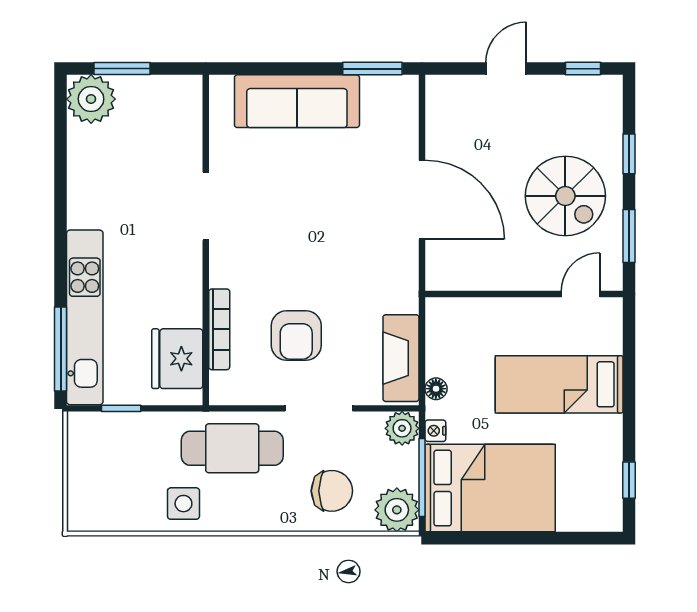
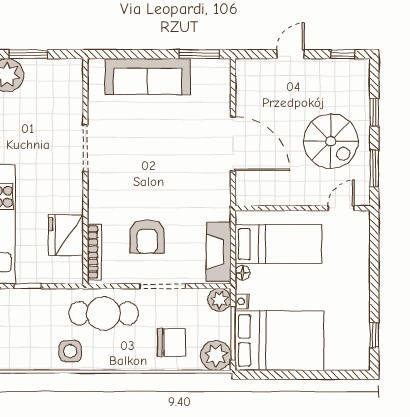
bookcase: (219, 329) -> (95, 252), moved
fridge: (177, 359) -> (66, 235), moved
bed: (559, 384) -> (279, 244), moved, turned 180

